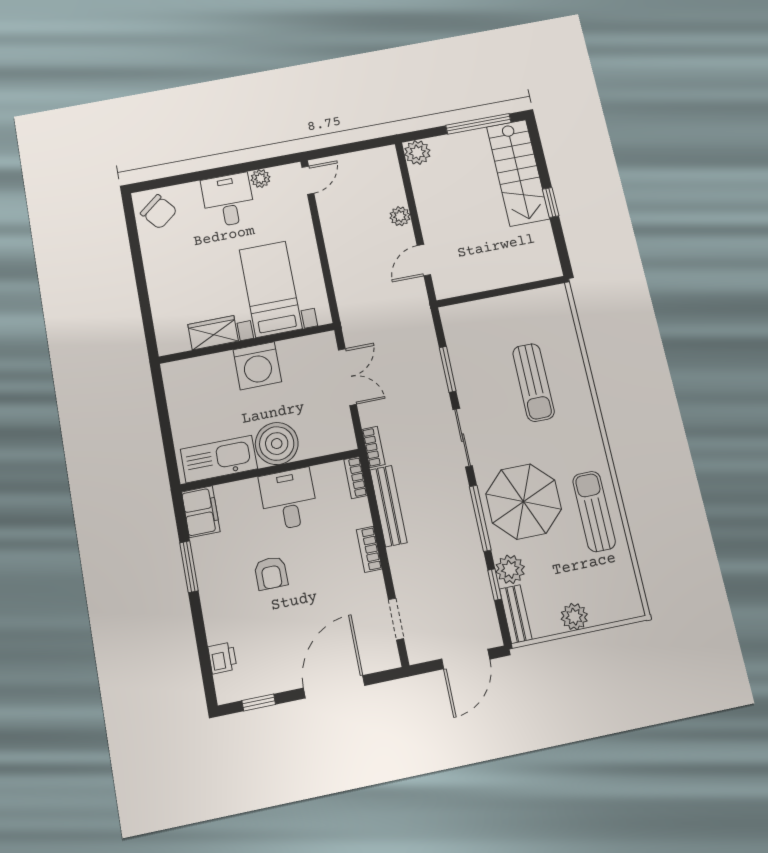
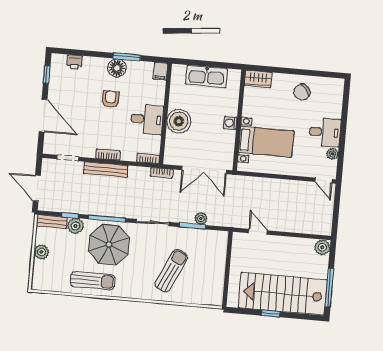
stairs: (518, 173) -> (283, 294), width x1.36, depth x1.51
chair: (159, 212) -> (302, 92), moved
plant: (400, 216) -> (201, 219), moved
wardrobe: (213, 333) -> (258, 79), moved, turned 90
washing machine: (257, 366) -> (230, 123), width x0.53, depth x0.53
double door: (347, 377) -> (204, 170), width x1.37
sun lounger: (533, 382) -> (171, 271), turned 115
kitchen sink: (219, 459) -> (206, 76), moved, turned 90
bench: (388, 506) -> (106, 170), moved
filing cabinet: (201, 512) -> (160, 71), width x0.50
armchair: (271, 573) -> (111, 99), turned 90
floor lamp: (213, 578) -> (117, 68), added

